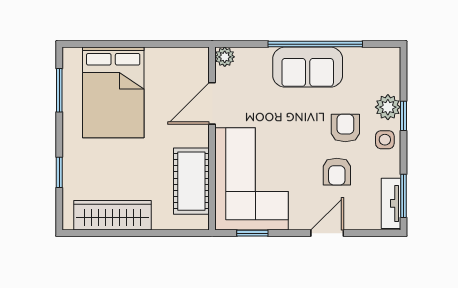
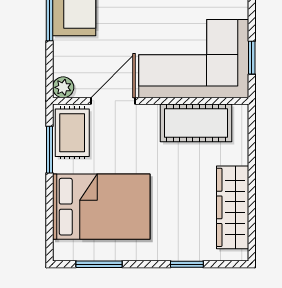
window: (167, 44) -> (50, 150), added
rug: (182, 65) -> (72, 133), added
door: (212, 103) -> (113, 101), swing flipped

